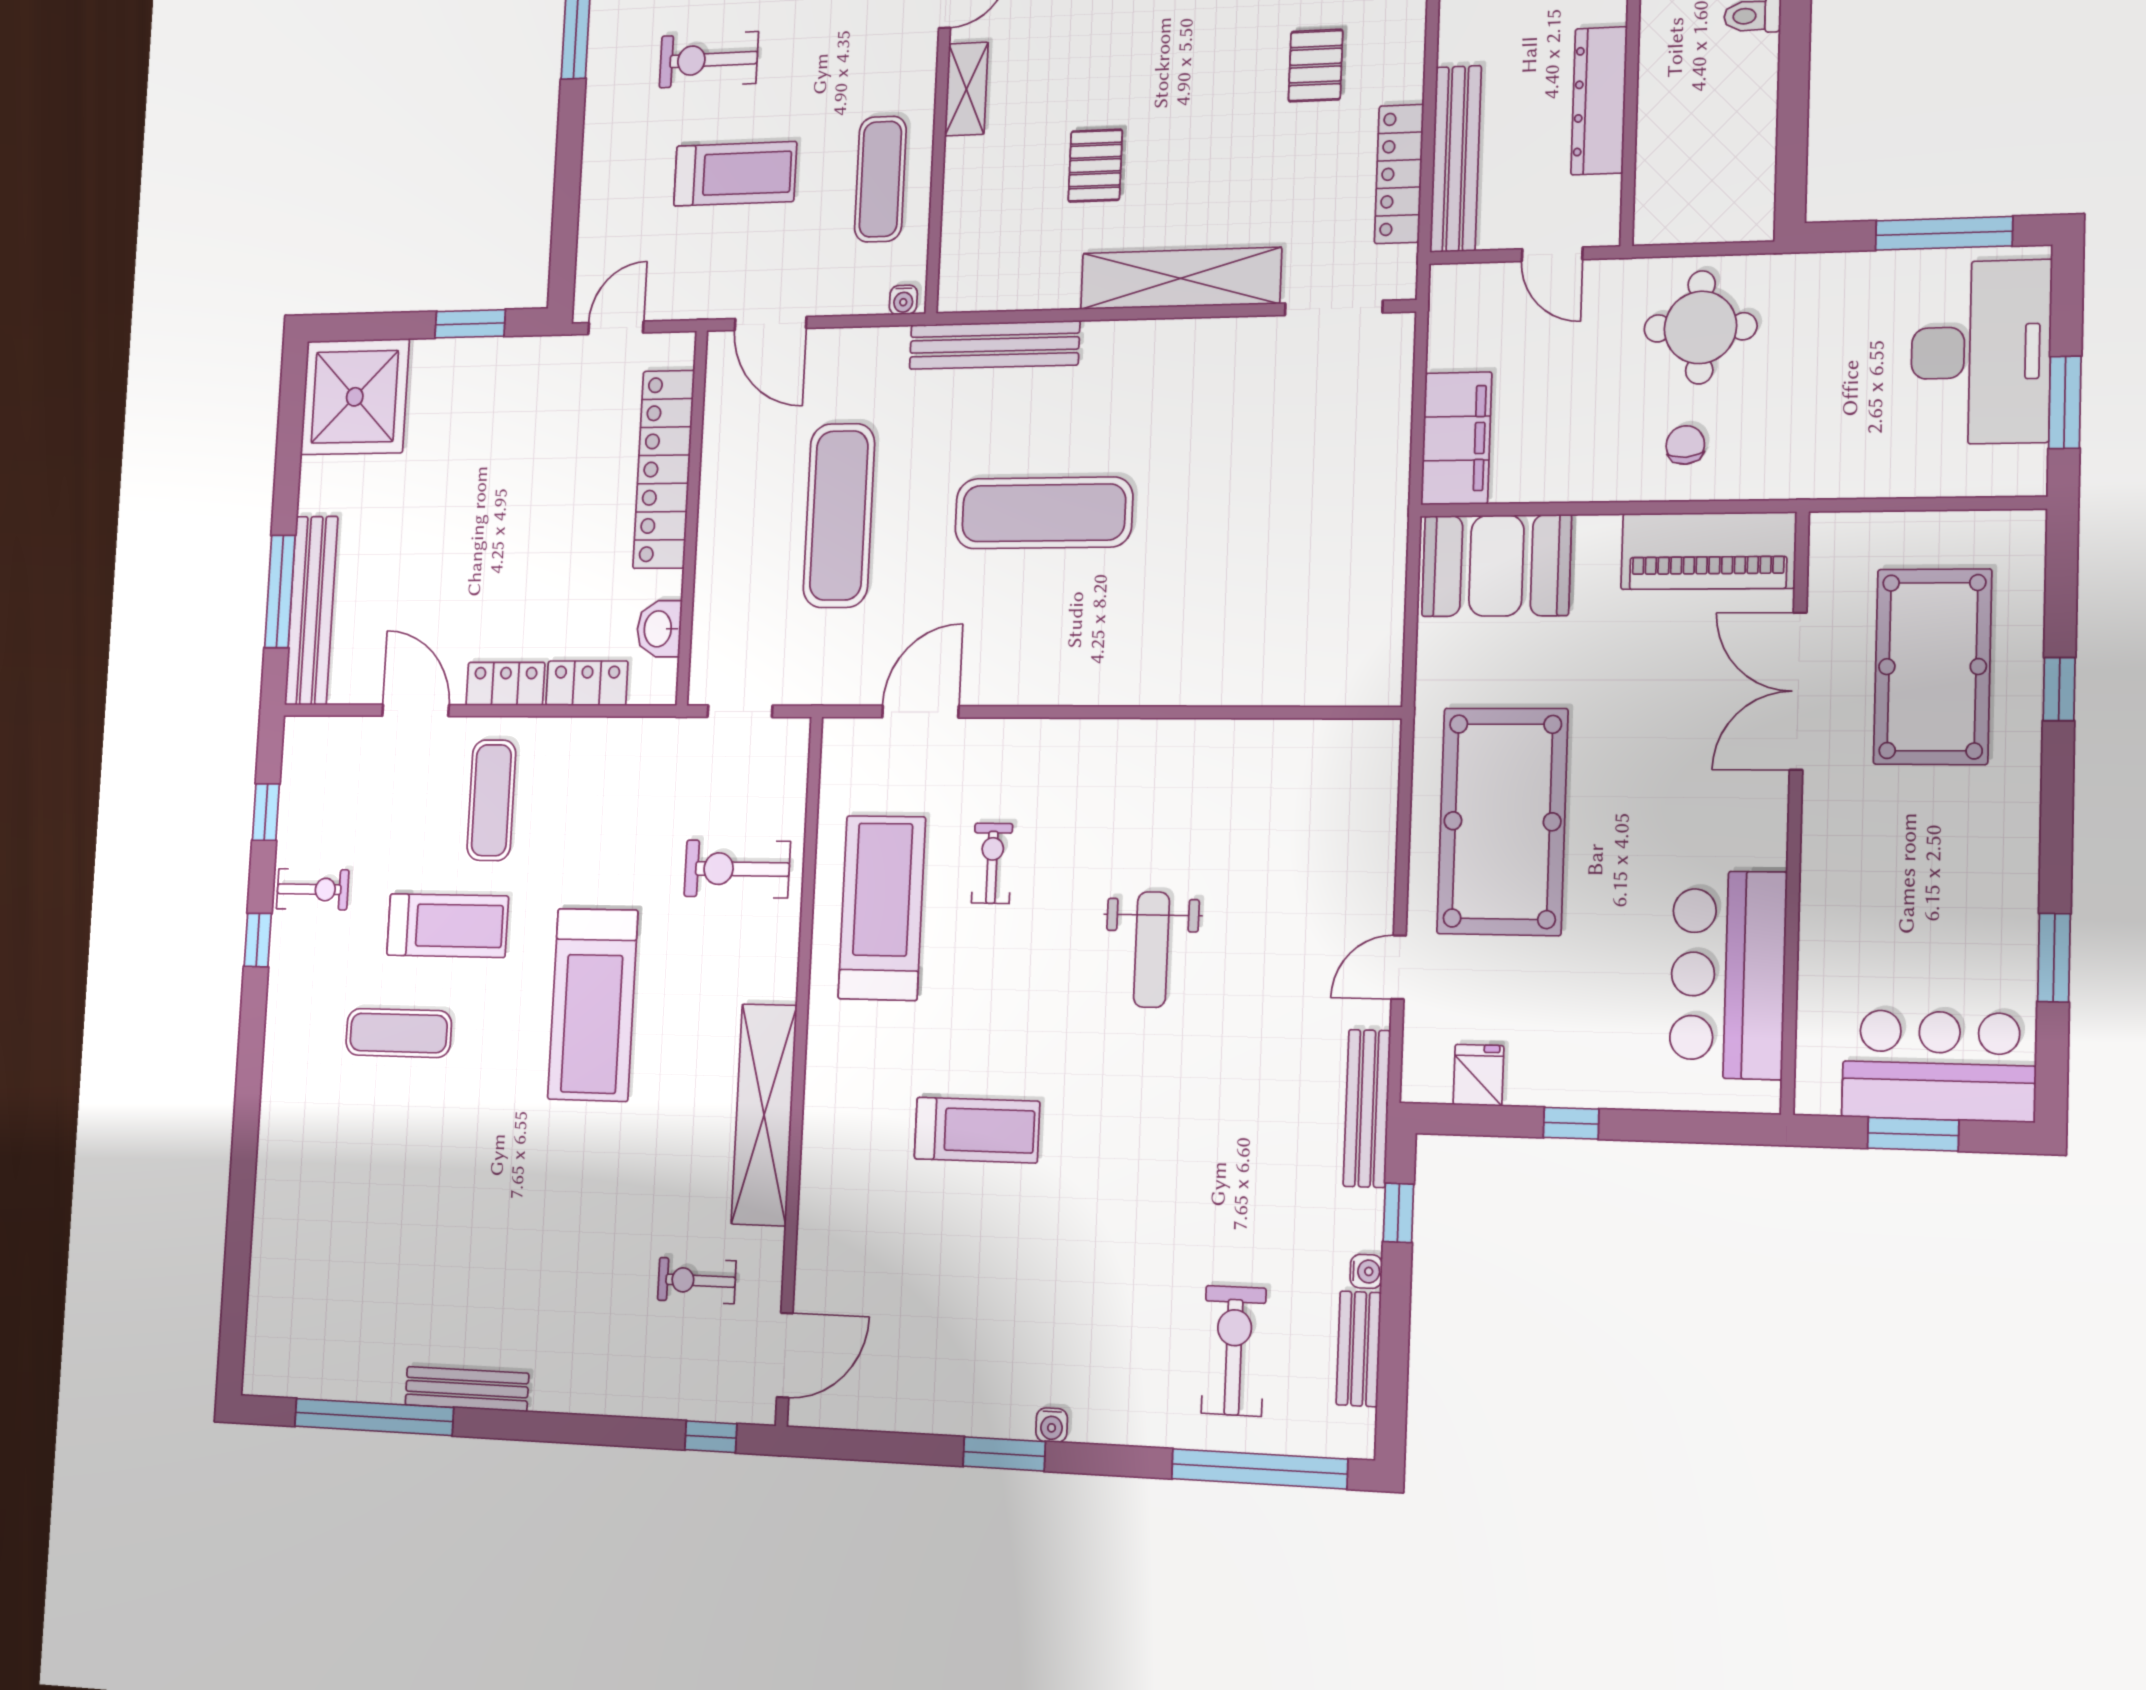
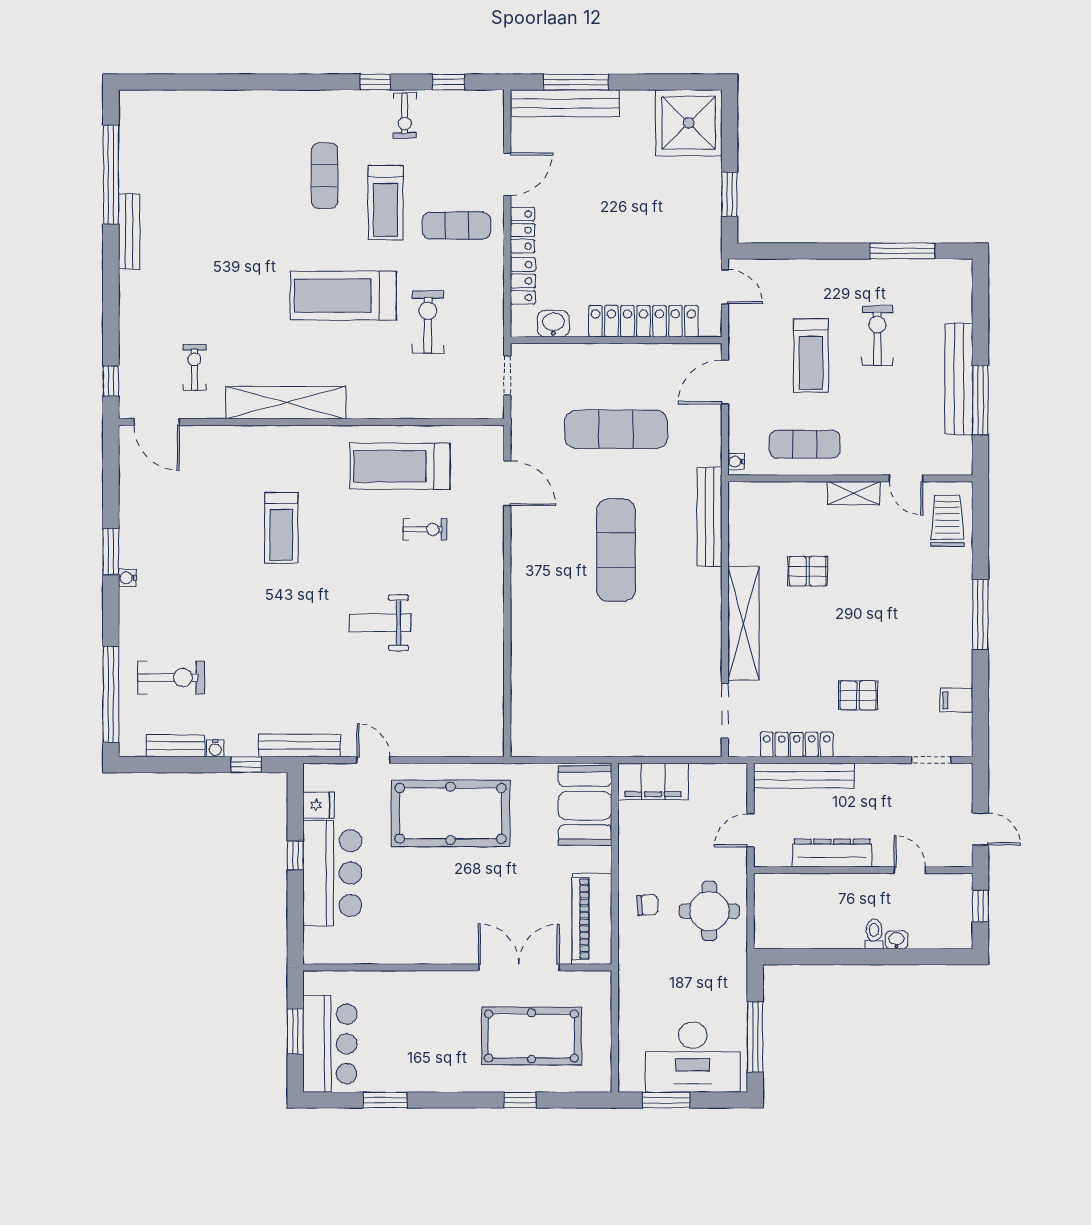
exercise bike: (737, 869) -> (428, 322), moved
treadmill: (882, 908) -> (400, 466), turned 180
bar counter: (1728, 975) -> (332, 873), moved, turned 90

